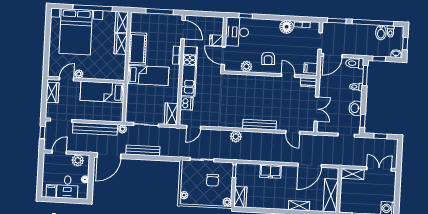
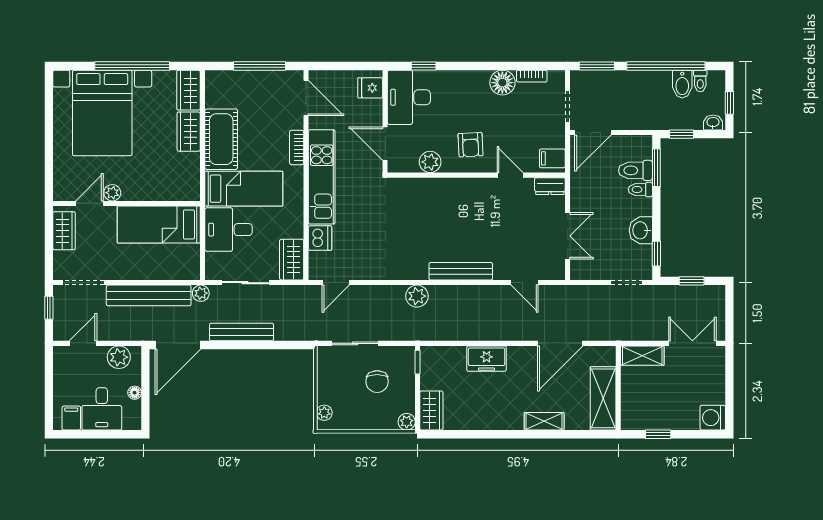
fridge: (216, 40) -> (370, 88), moved
toilet: (355, 63) -> (635, 170), moved
desk: (139, 96) -> (229, 230), added

